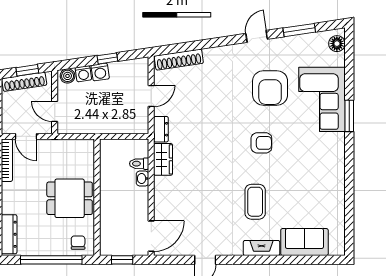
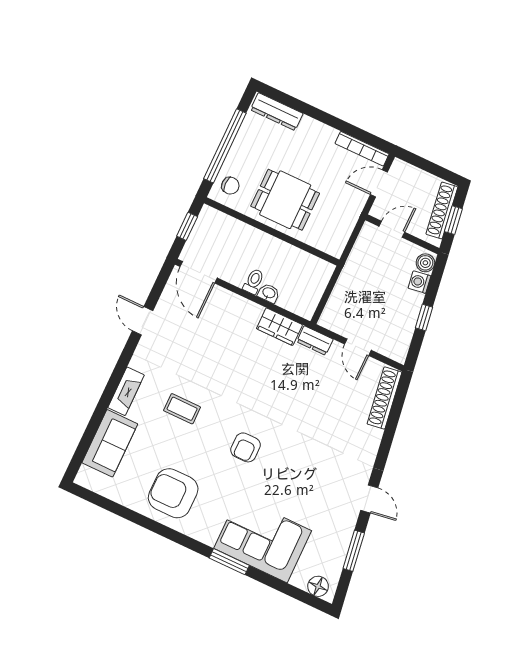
washing machine: (100, 72) -> (412, 302), removed
armchair: (270, 88) -> (173, 493), moved
toilet: (139, 164) -> (254, 281), moved
dining table: (70, 198) -> (285, 200), turned 90
coffee table: (255, 202) -> (182, 409), width x0.73, depth x0.77

